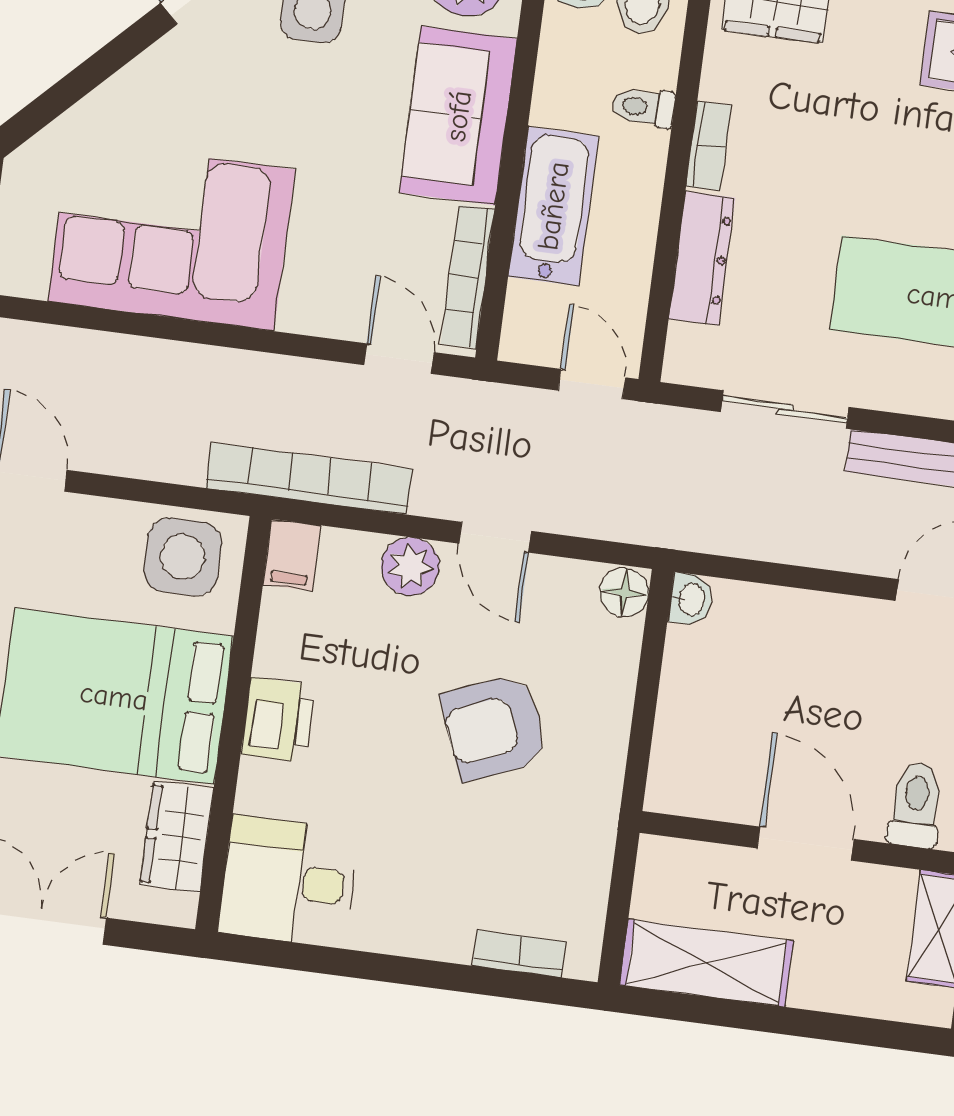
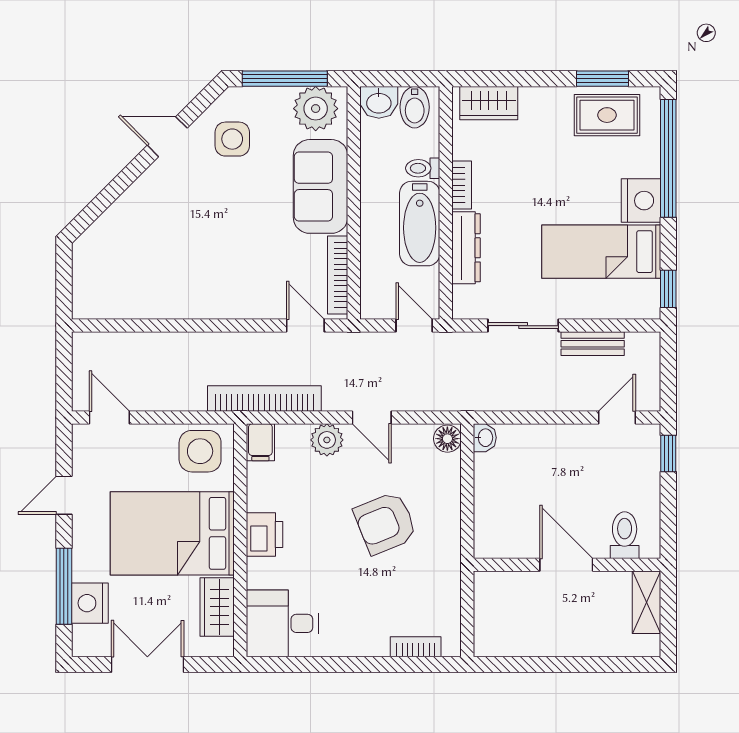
bathtub: (553, 206) -> (420, 224), moved, turned 180
corner sofa: (171, 235) -> (170, 274), removed
shelving: (706, 963) -> (520, 638), removed

